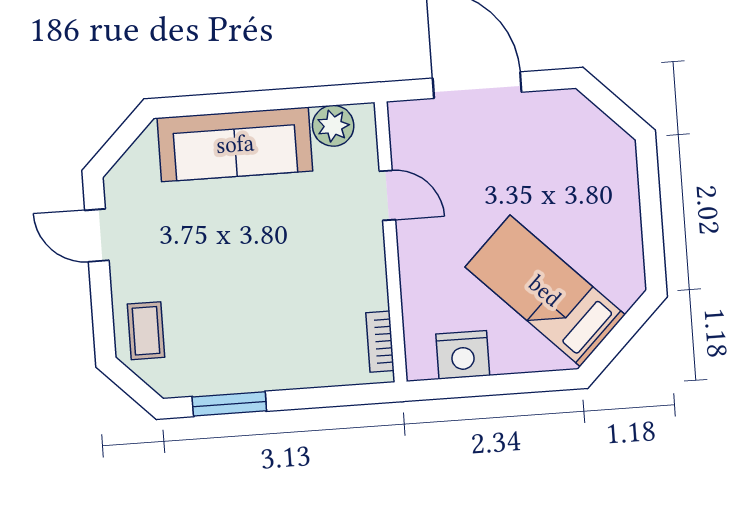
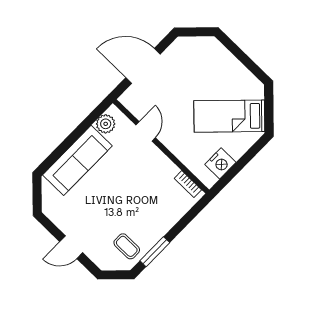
door: (387, 195) -> (146, 131), hinge flipped
door: (97, 235) -> (71, 247), moved
coffee table: (146, 331) -> (127, 246), moved

